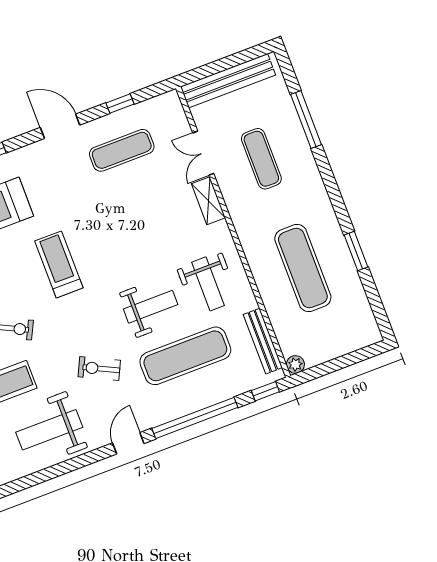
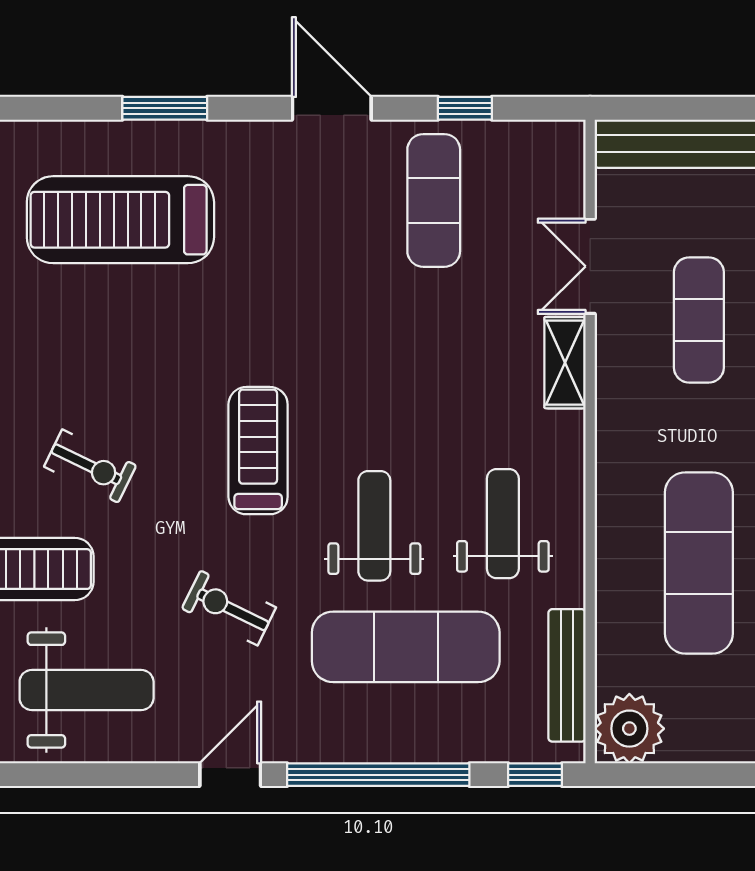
exercise mat: (122, 150) -> (434, 200), turned 90
treadmill: (59, 264) -> (258, 451), moved
weight bench: (208, 284) -> (503, 524), turned 180
weight bench: (151, 307) -> (374, 526), turned -90
plant: (295, 364) -> (629, 729), width x1.88, depth x1.88
weight bench: (49, 430) -> (87, 690), turned 180

